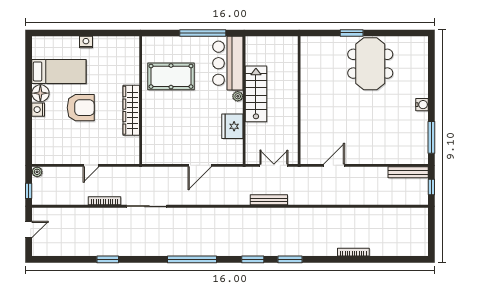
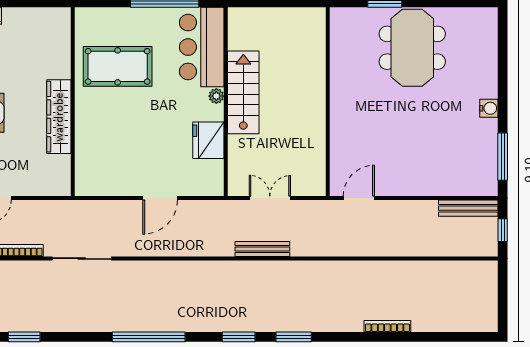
wall: (299, 100) -> (328, 102), moved

